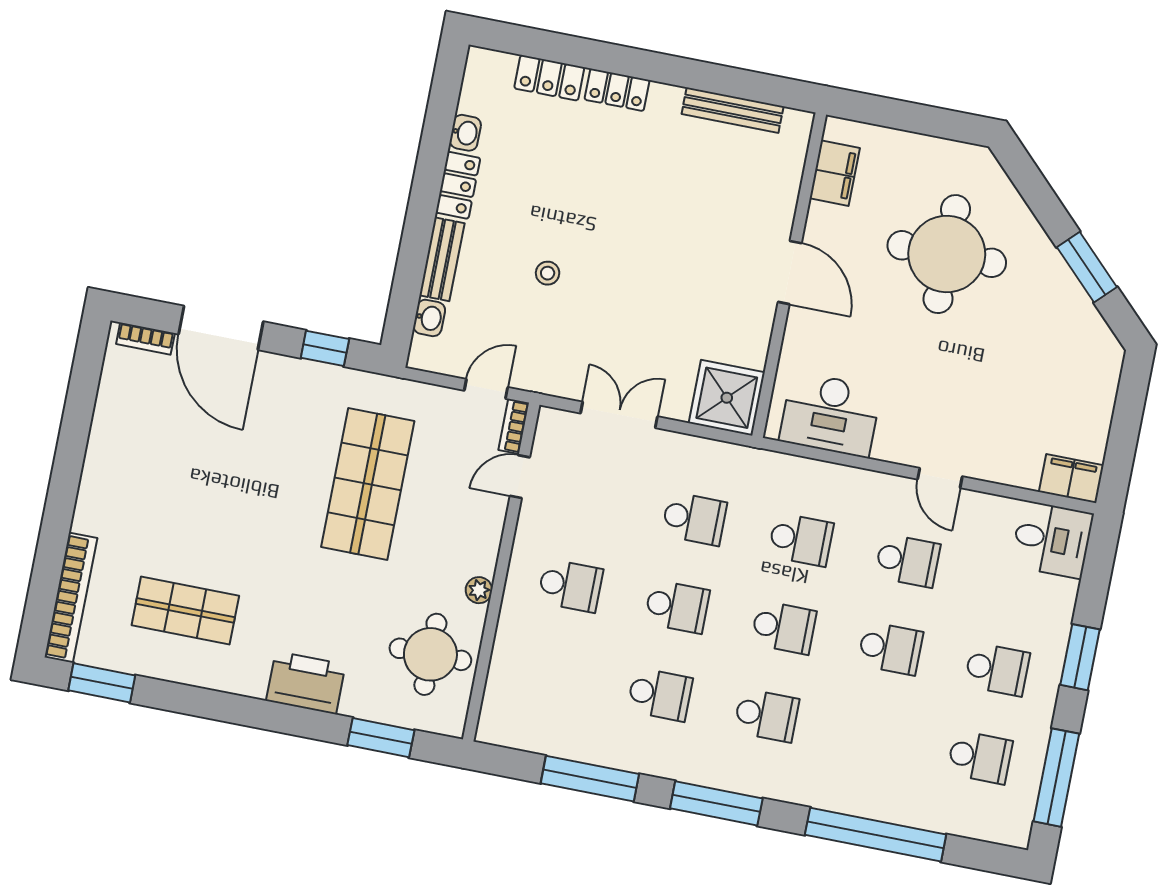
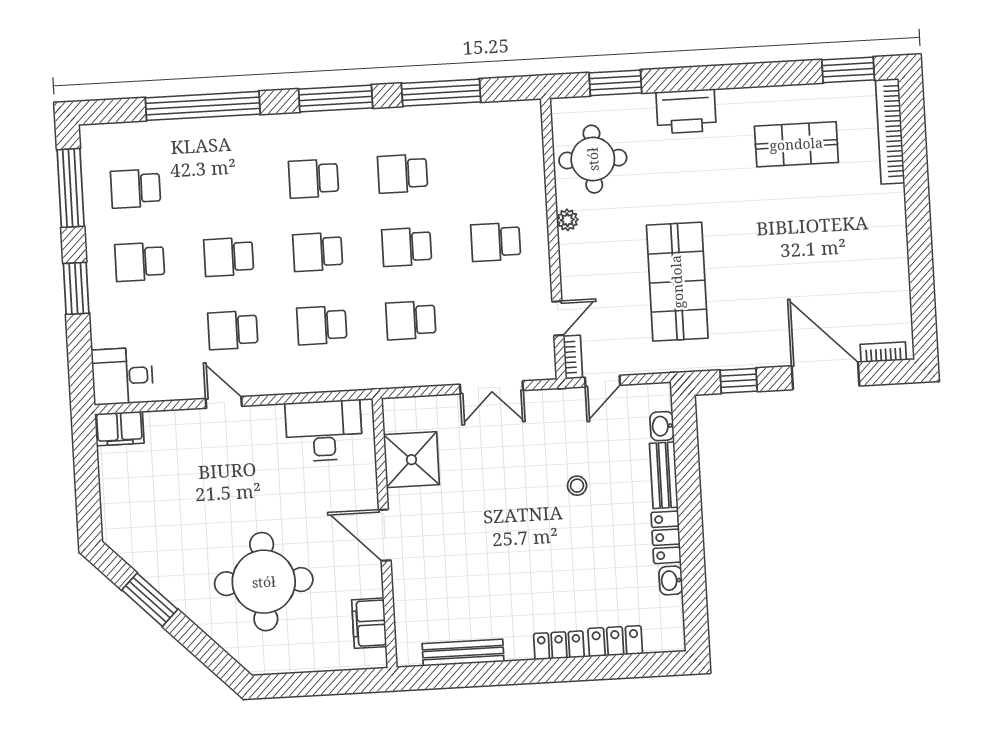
shower: (727, 398) -> (411, 460), moved

